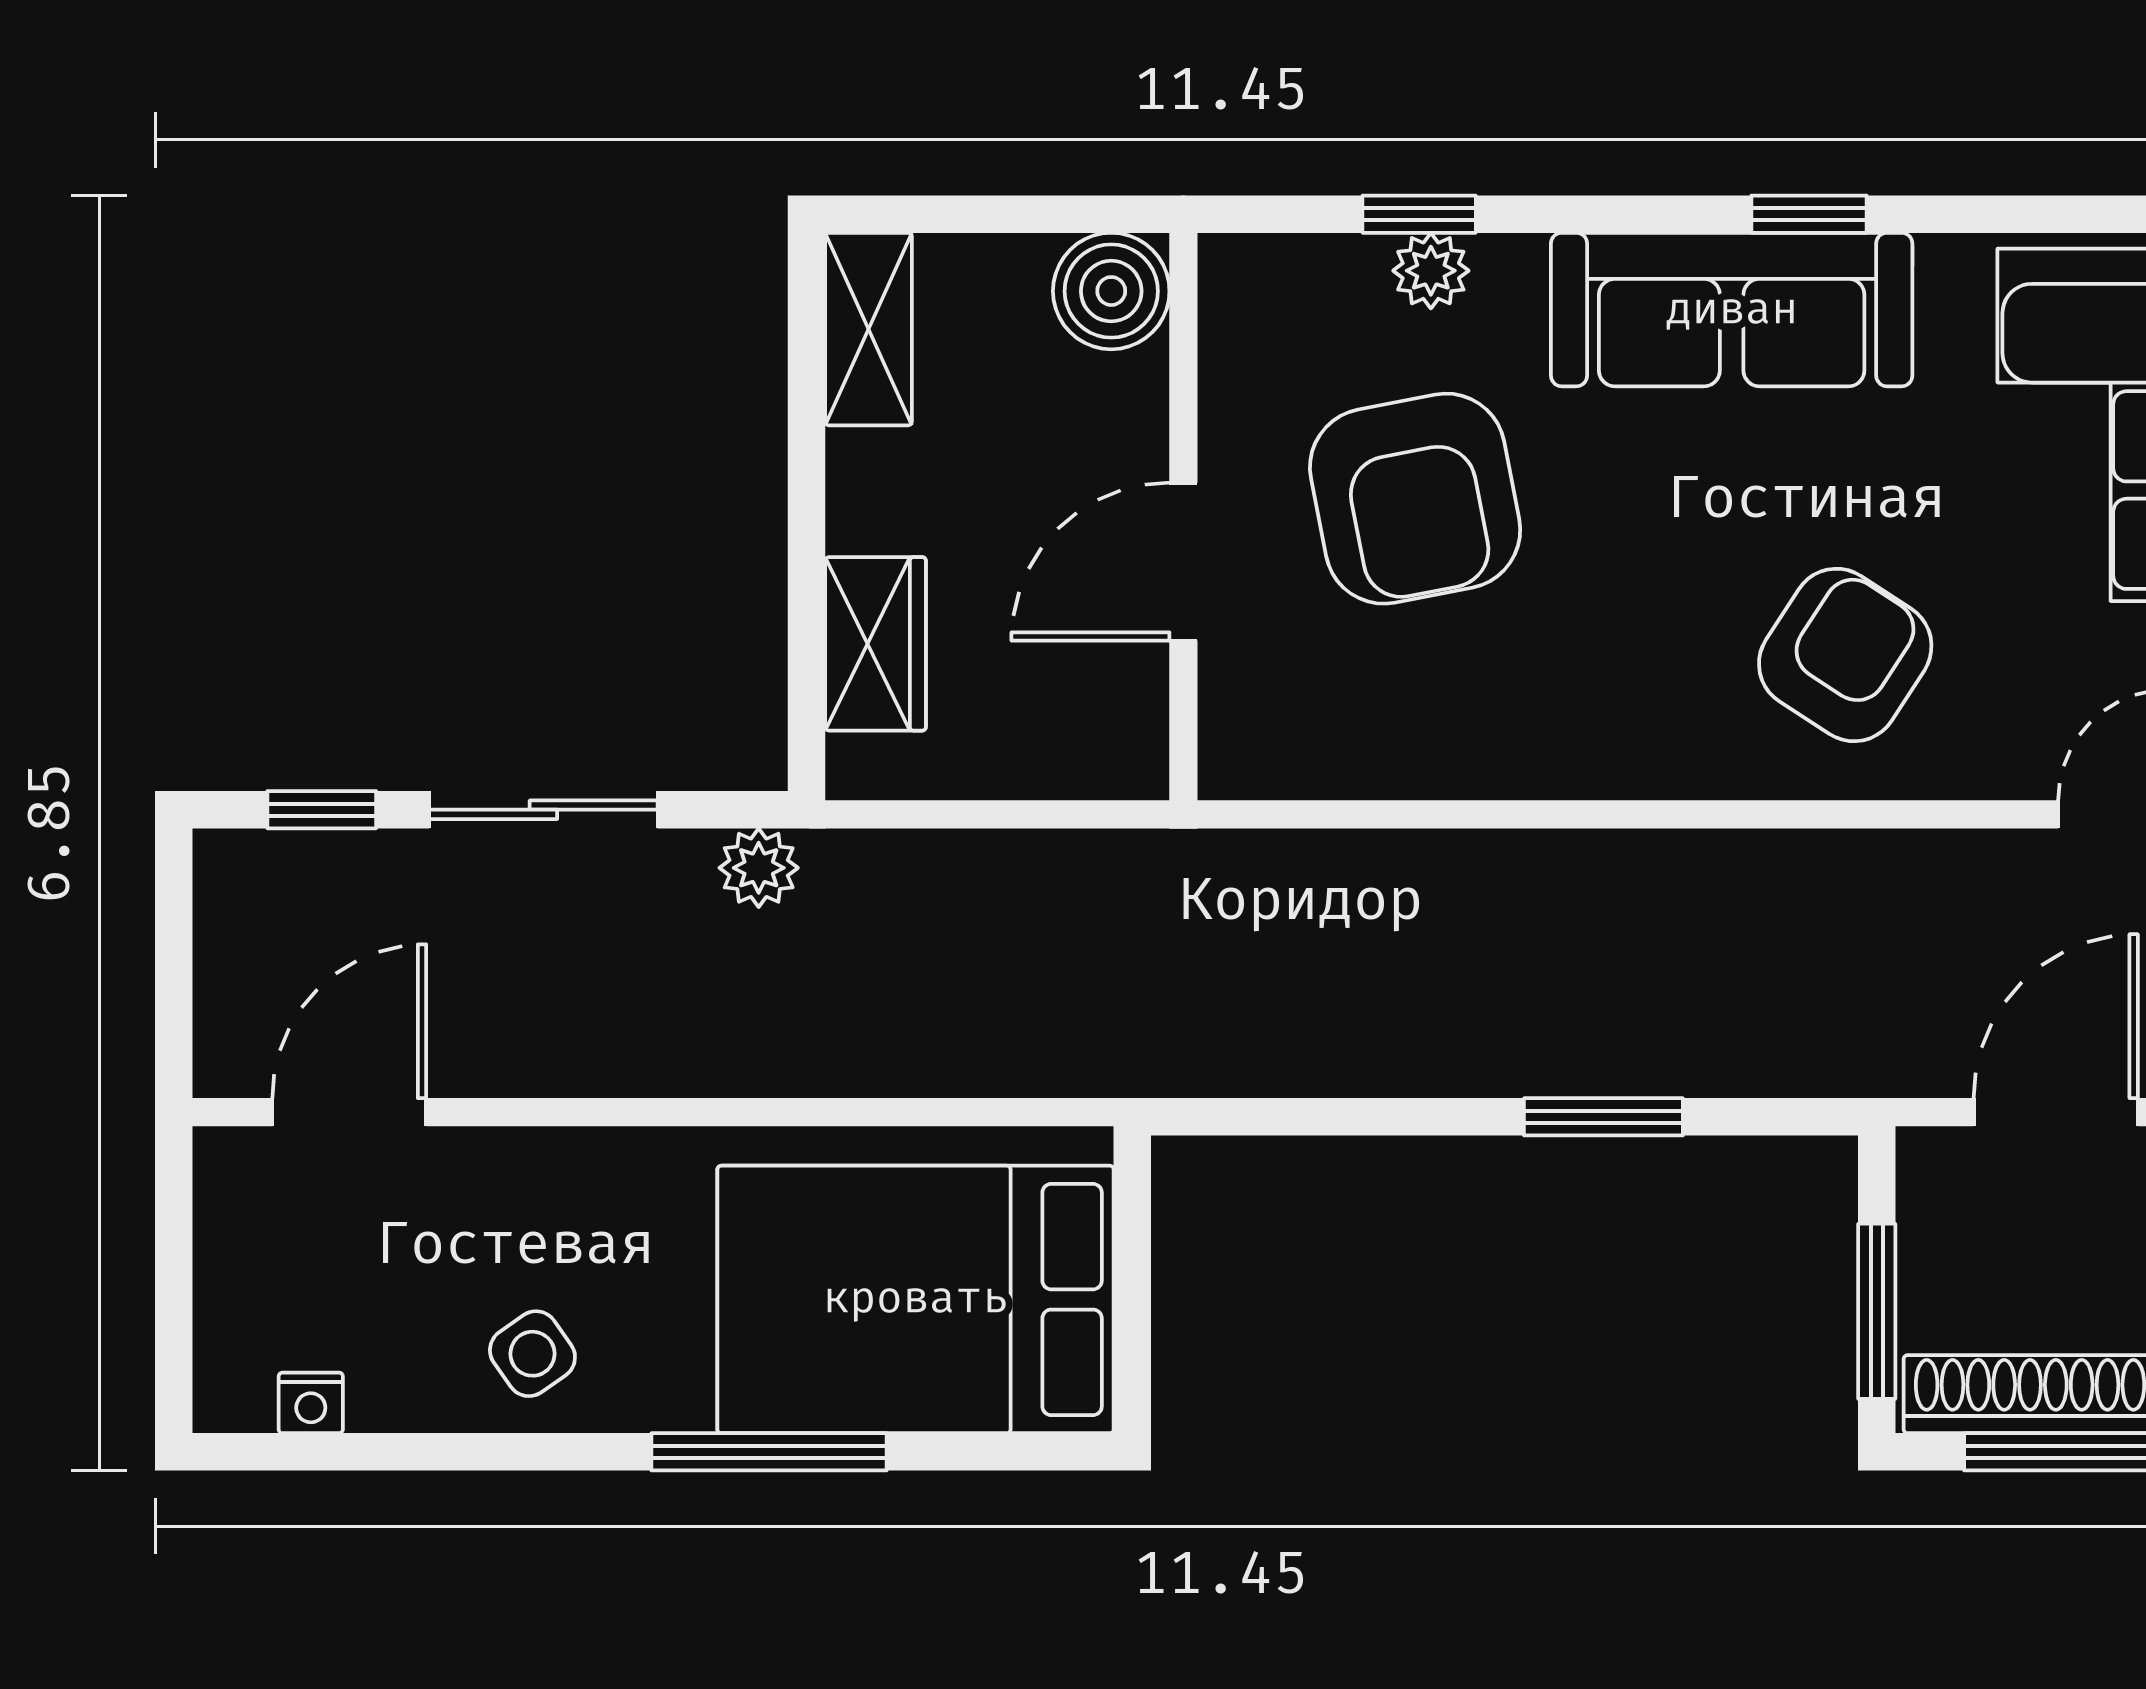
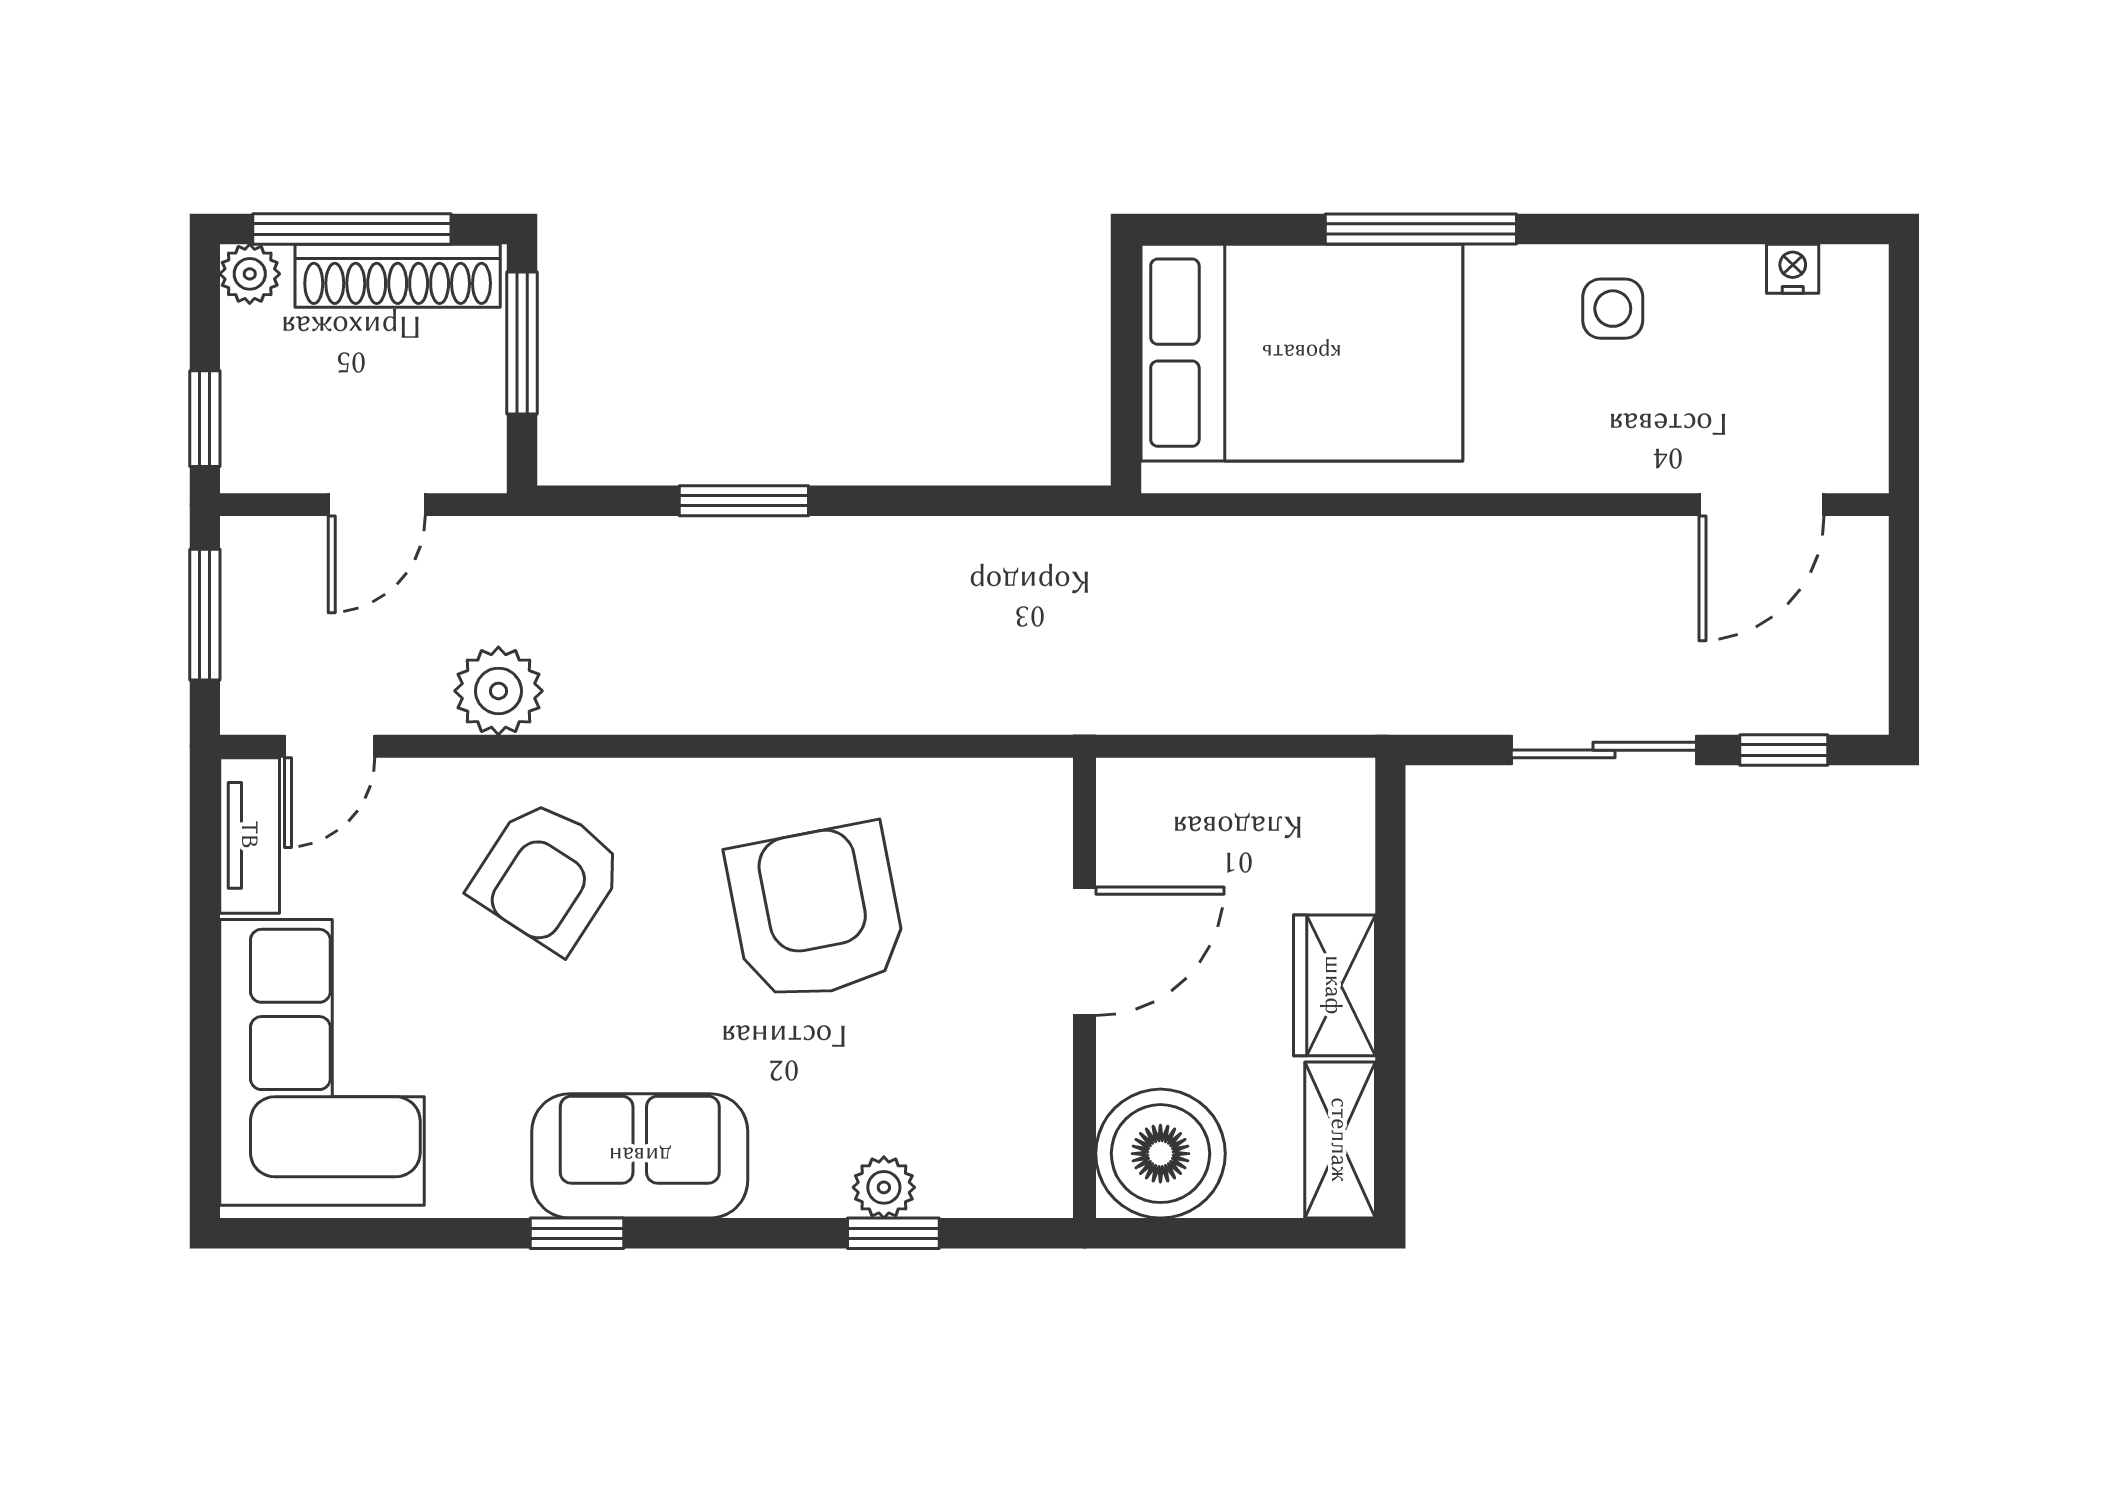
boiler: (1111, 291) -> (1160, 1154), width x1.37, depth x1.37
sofa: (1732, 310) -> (640, 1156), width x0.73
armchair: (1415, 499) -> (816, 913), moved
wardrobe: (876, 644) -> (1334, 985), moved
plant: (759, 868) -> (498, 691), moved, width x1.38, depth x1.38
door: (2056, 1112) -> (377, 505), width x0.73
side table: (532, 1354) -> (1613, 309), turned 35

